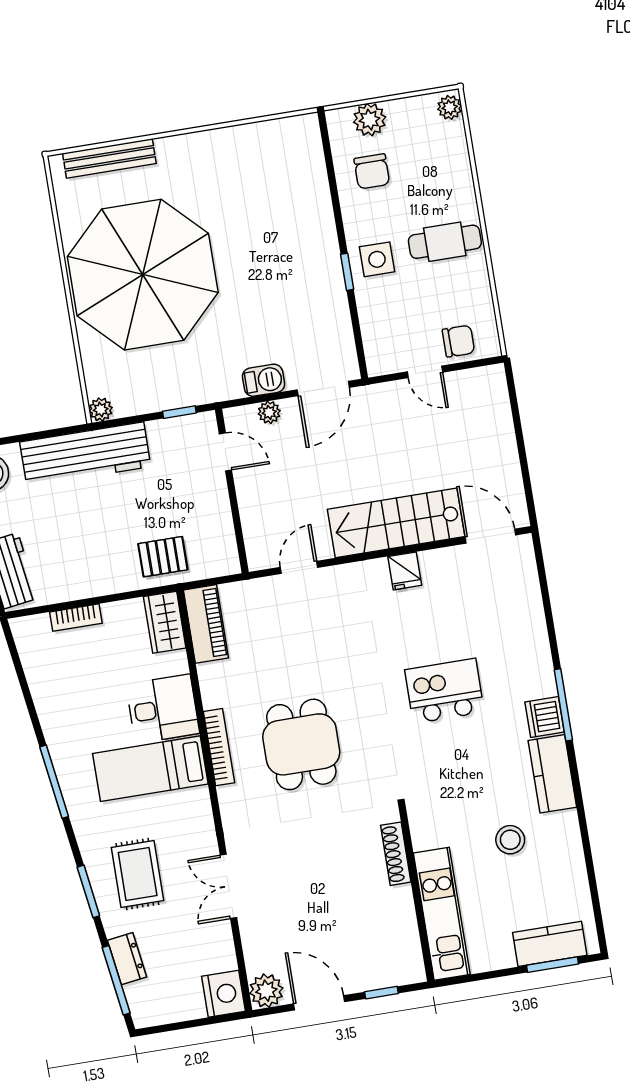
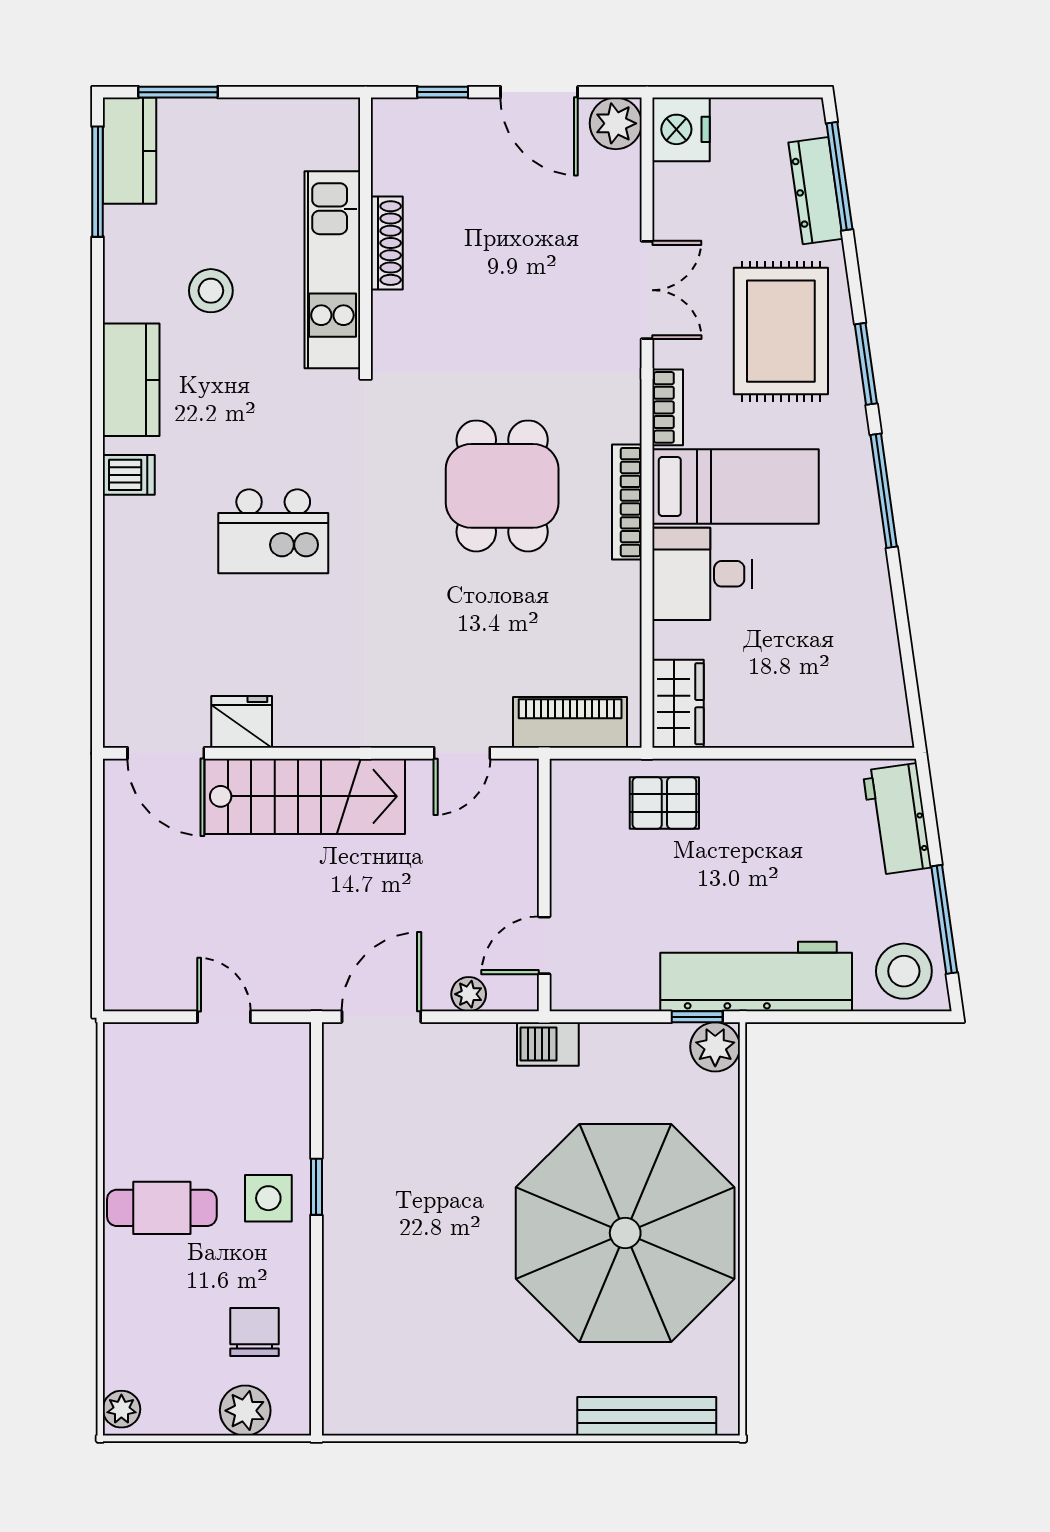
chair: (458, 341) -> (166, 1055), removed
barbecue: (264, 380) -> (548, 1044), moved
plant: (101, 409) -> (715, 1047), width x1.38, depth x1.38
window: (179, 412) -> (697, 1017), moved
door: (225, 452) -> (544, 945), hinge flipped
fridge: (405, 571) -> (242, 722), moved, width x1.38
bookcase: (76, 618) -> (668, 407), moved, turned 90
piano: (206, 624) -> (570, 722), moved, turned 90
window: (563, 705) -> (98, 182), moved
dishwasher: (545, 717) -> (129, 475), width x0.73
shoe rack: (396, 854) -> (387, 243), moved
rug: (138, 874) -> (781, 331), width x1.36, depth x1.43
window: (88, 891) -> (866, 364), moved
kitchen unit: (442, 914) -> (332, 270), moved
kitchen counter: (550, 944) -> (130, 151), moved, turned -90
dresser: (127, 959) -> (816, 191), width x1.44

